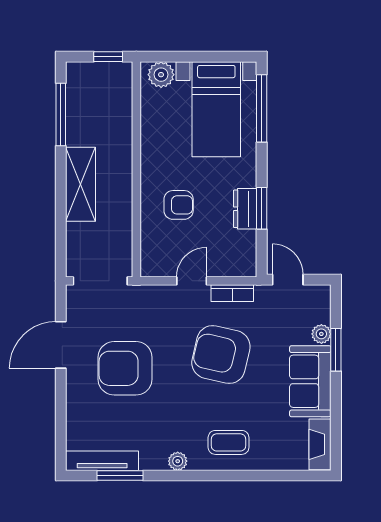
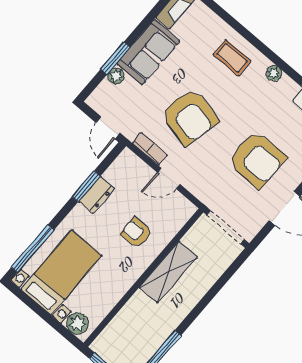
shelving: (81, 184) -> (168, 272), moved

